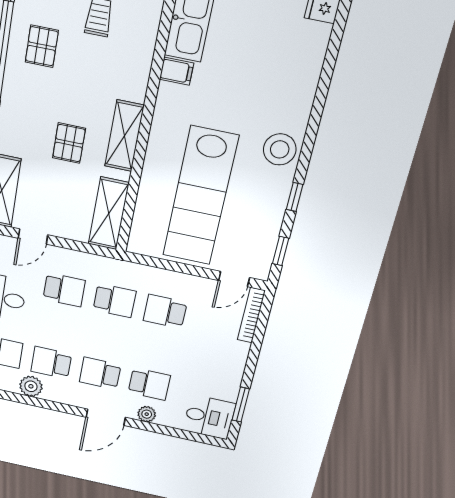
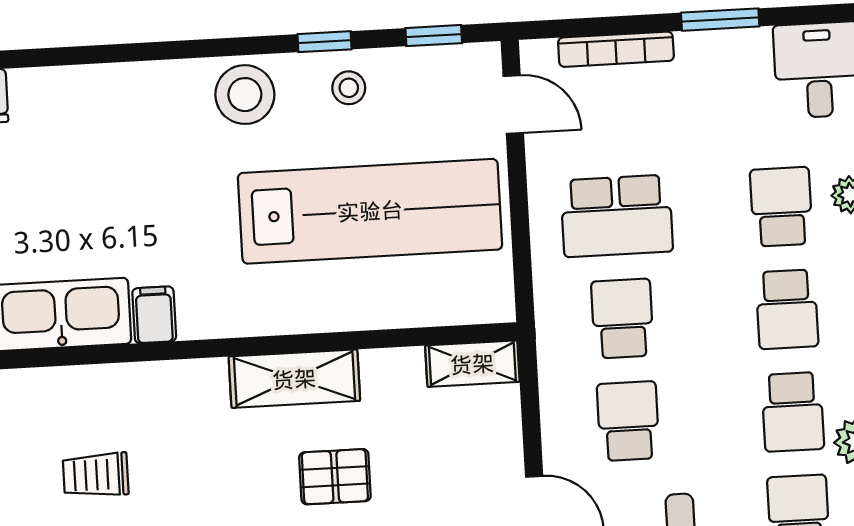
stool: (267, 203) -> (349, 88), added
shelving: (109, 213) -> (472, 364), width x0.67, depth x0.75
school desk: (165, 311) -> (617, 216), width x1.85
bookcase: (251, 315) -> (616, 49), moved
window: (241, 405) -> (720, 20), moved

